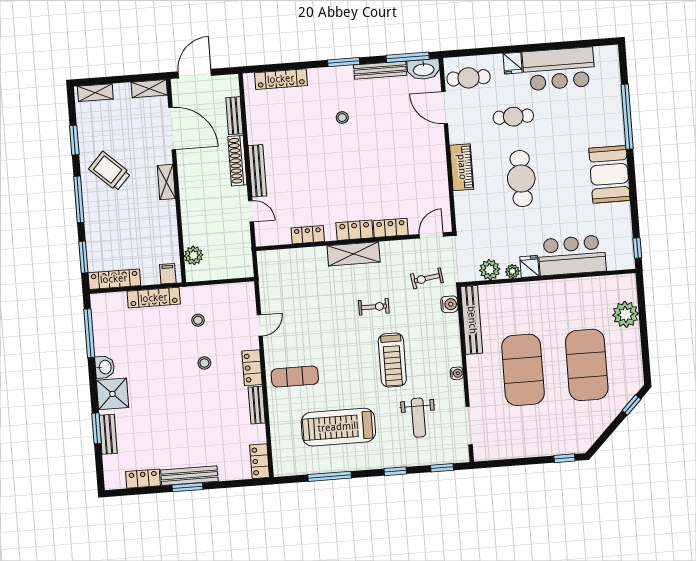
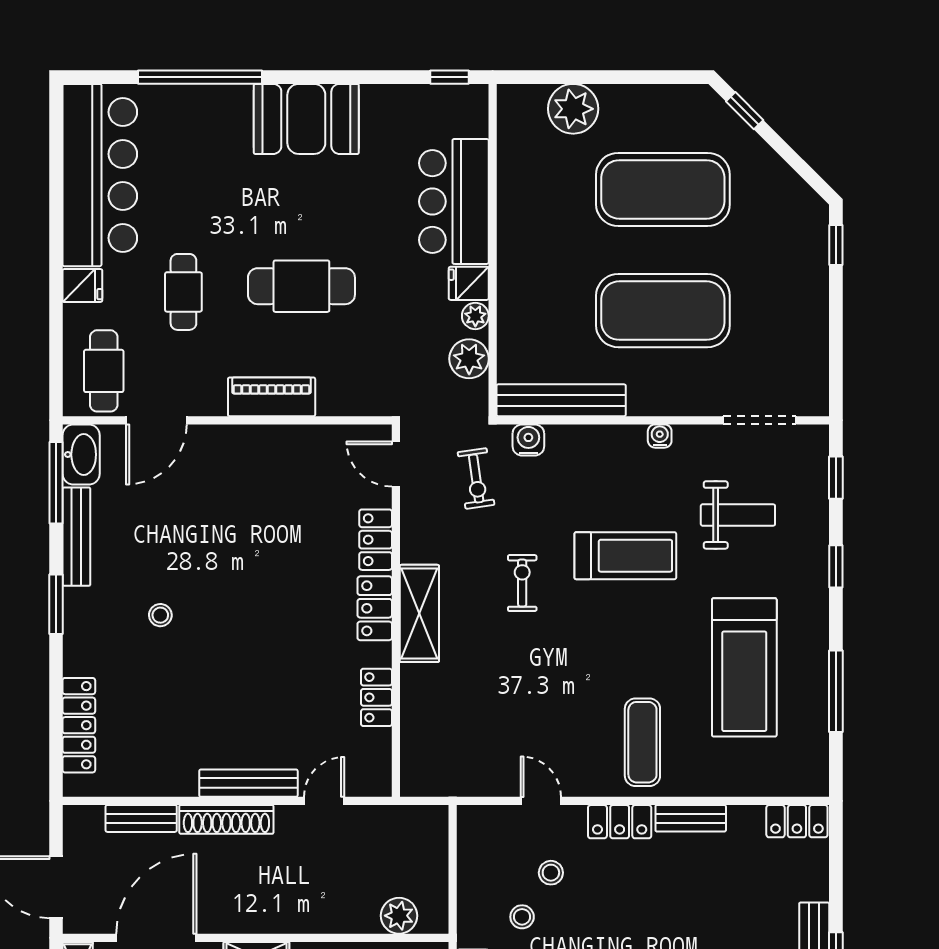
bar counter: (559, 69) -> (100, 175), width x1.36
stool: (204, 363) -> (551, 873), moved

